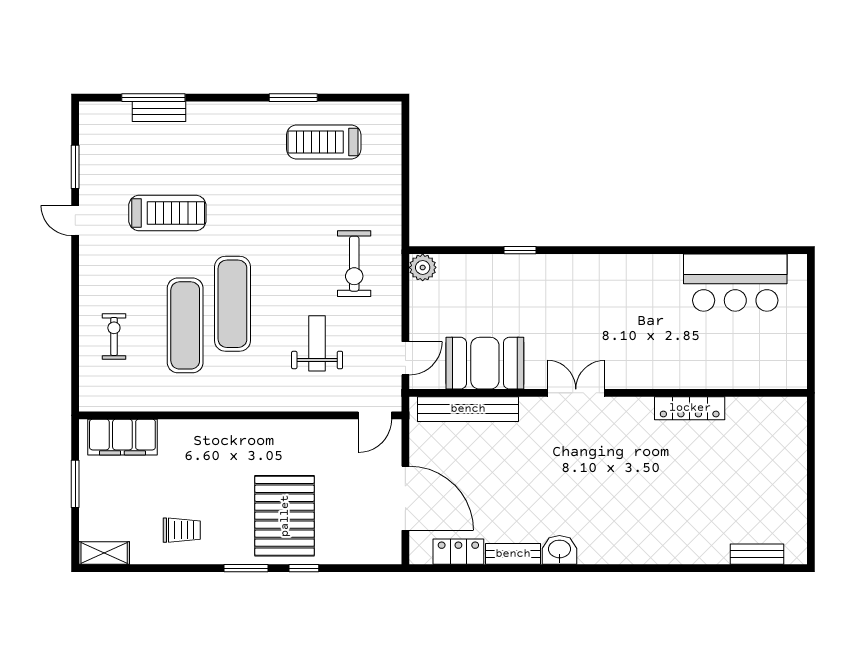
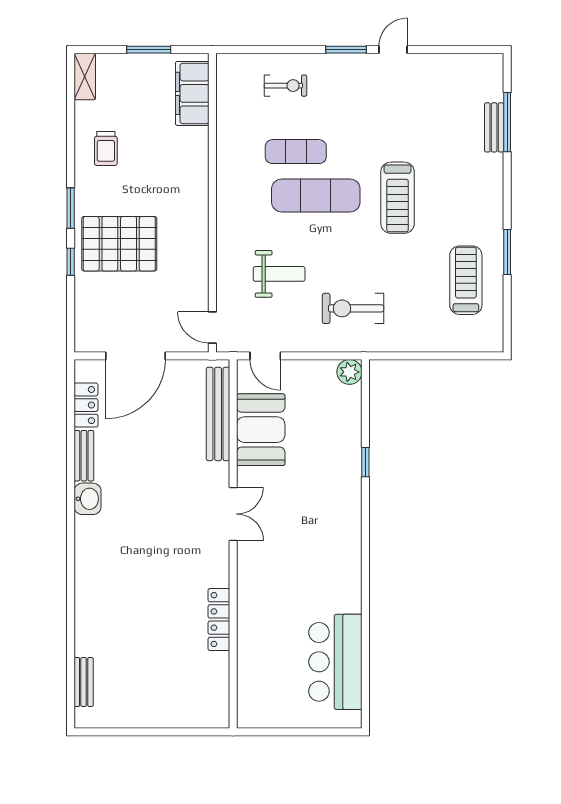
window: (75, 167) -> (346, 50), moved
treadmill: (167, 213) -> (398, 198), moved
exercise mat: (185, 325) -> (296, 152), width x0.73, depth x0.69

